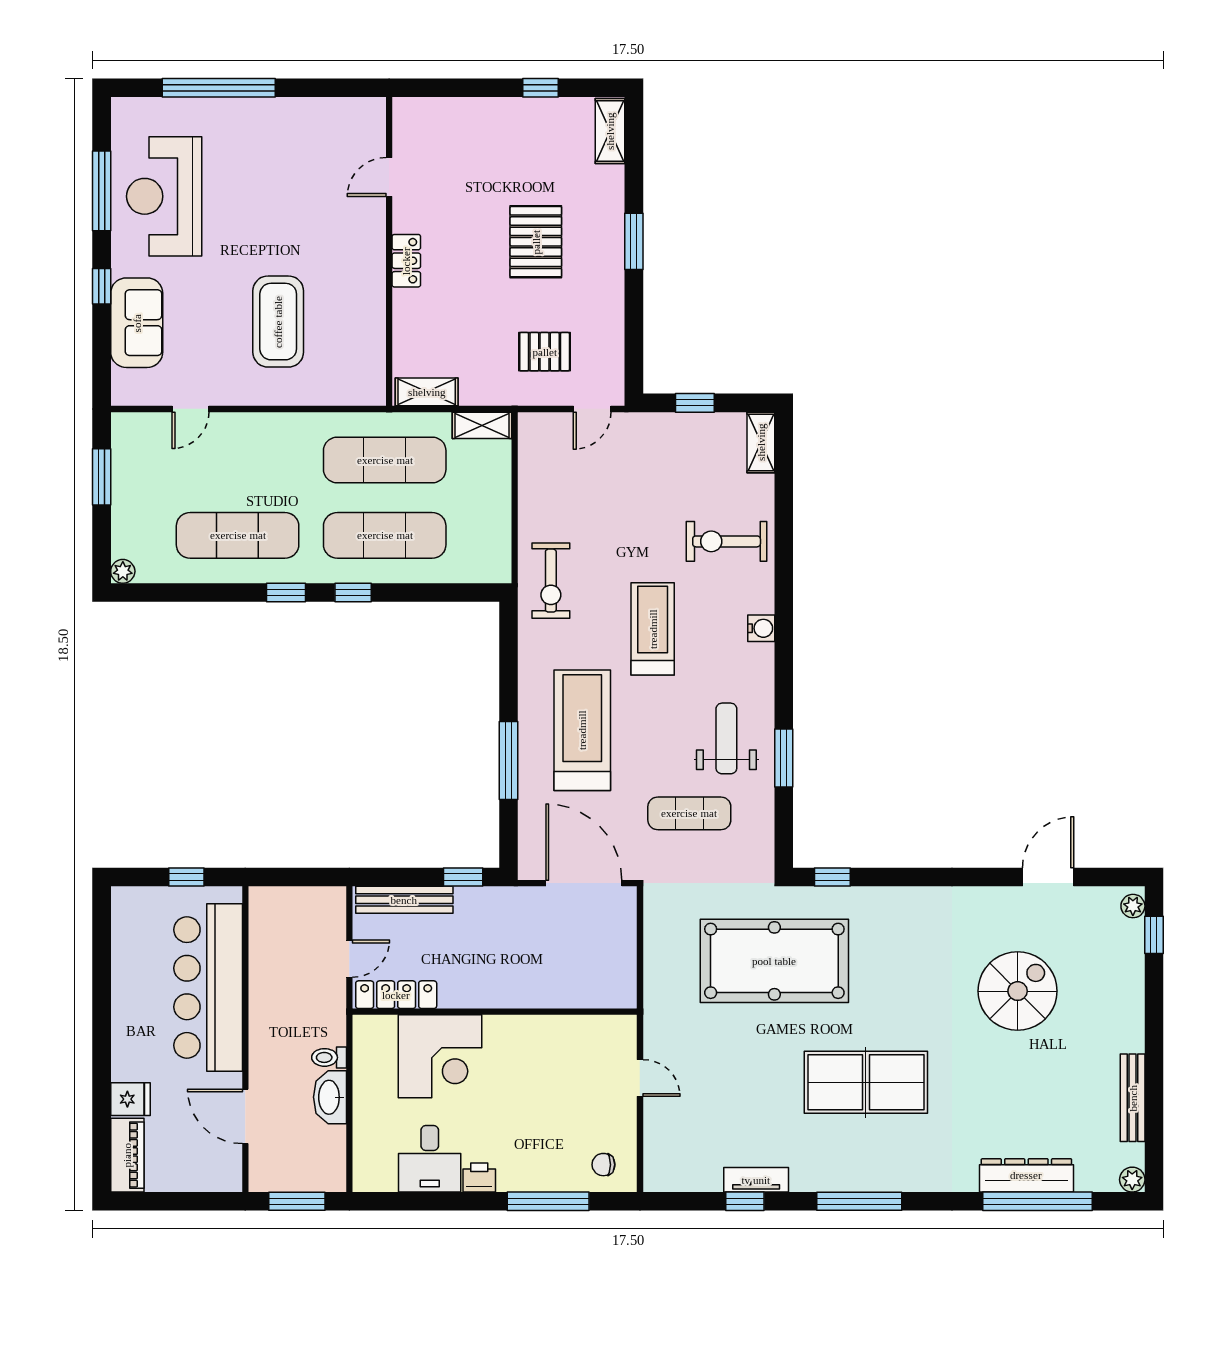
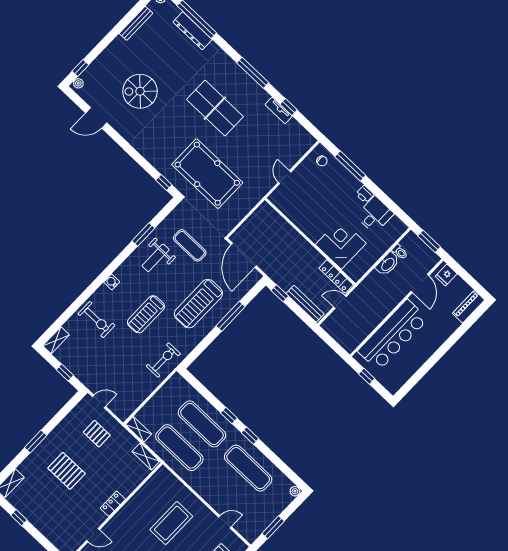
pallet: (536, 242) -> (66, 471), turned 90
toilet: (329, 1057) -> (400, 252), moved
fridge: (130, 1099) -> (446, 275), moved, turned -90

